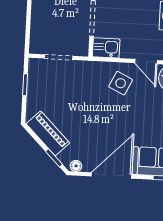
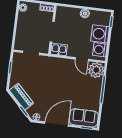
side table: (121, 83) -> (66, 71), removed

